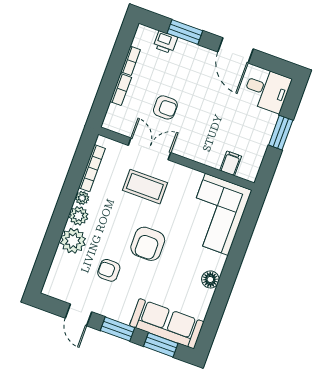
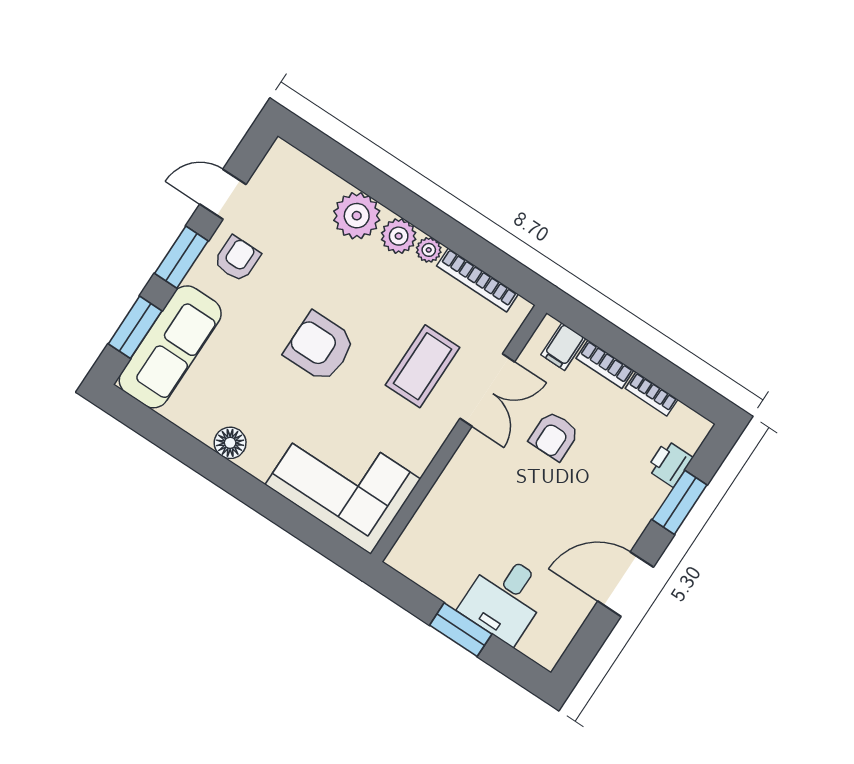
desk: (267, 90) -> (505, 598), moved
filing cabinet: (231, 163) -> (563, 347), moved, turned 90
armchair: (109, 270) -> (237, 259), moved

